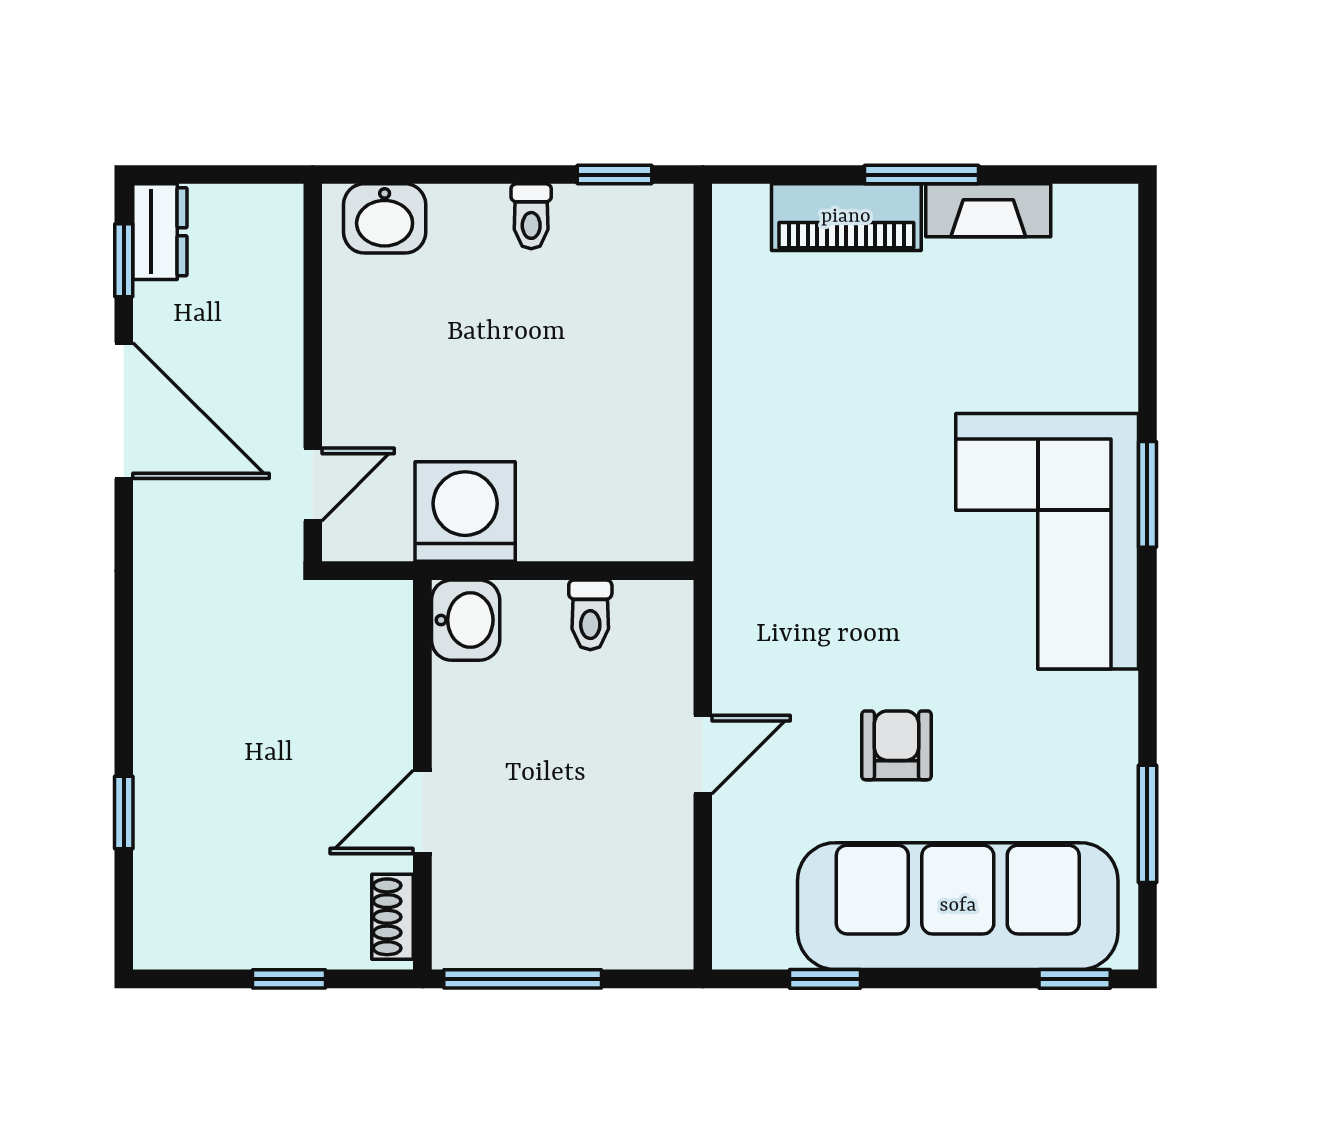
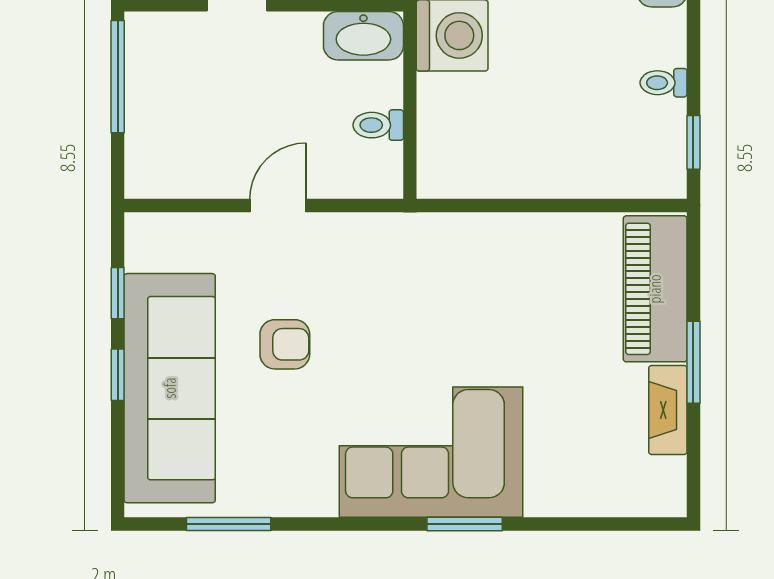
piano: (846, 217) -> (655, 289), width x1.37, depth x1.33
washbasin: (466, 620) -> (363, 36), width x1.38
door: (703, 755) -> (278, 206), swing flipped
window: (1075, 979) -> (118, 375), moved

